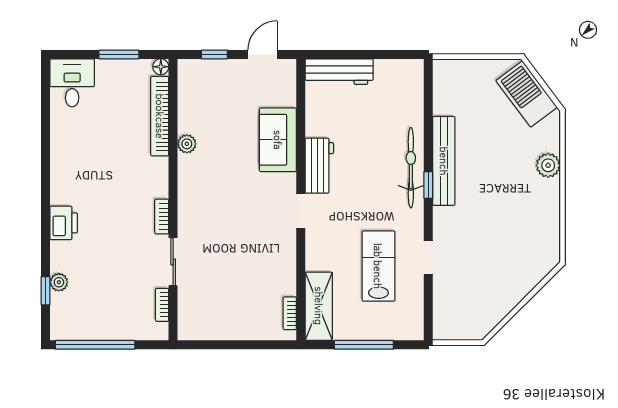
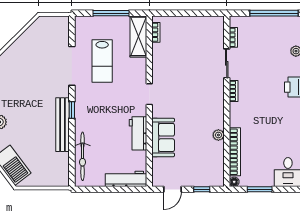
workbench: (319, 166) -> (138, 133), moved
bicycle: (411, 168) -> (83, 156), moved
doorway: (428, 258) -> (72, 66), width x1.88

